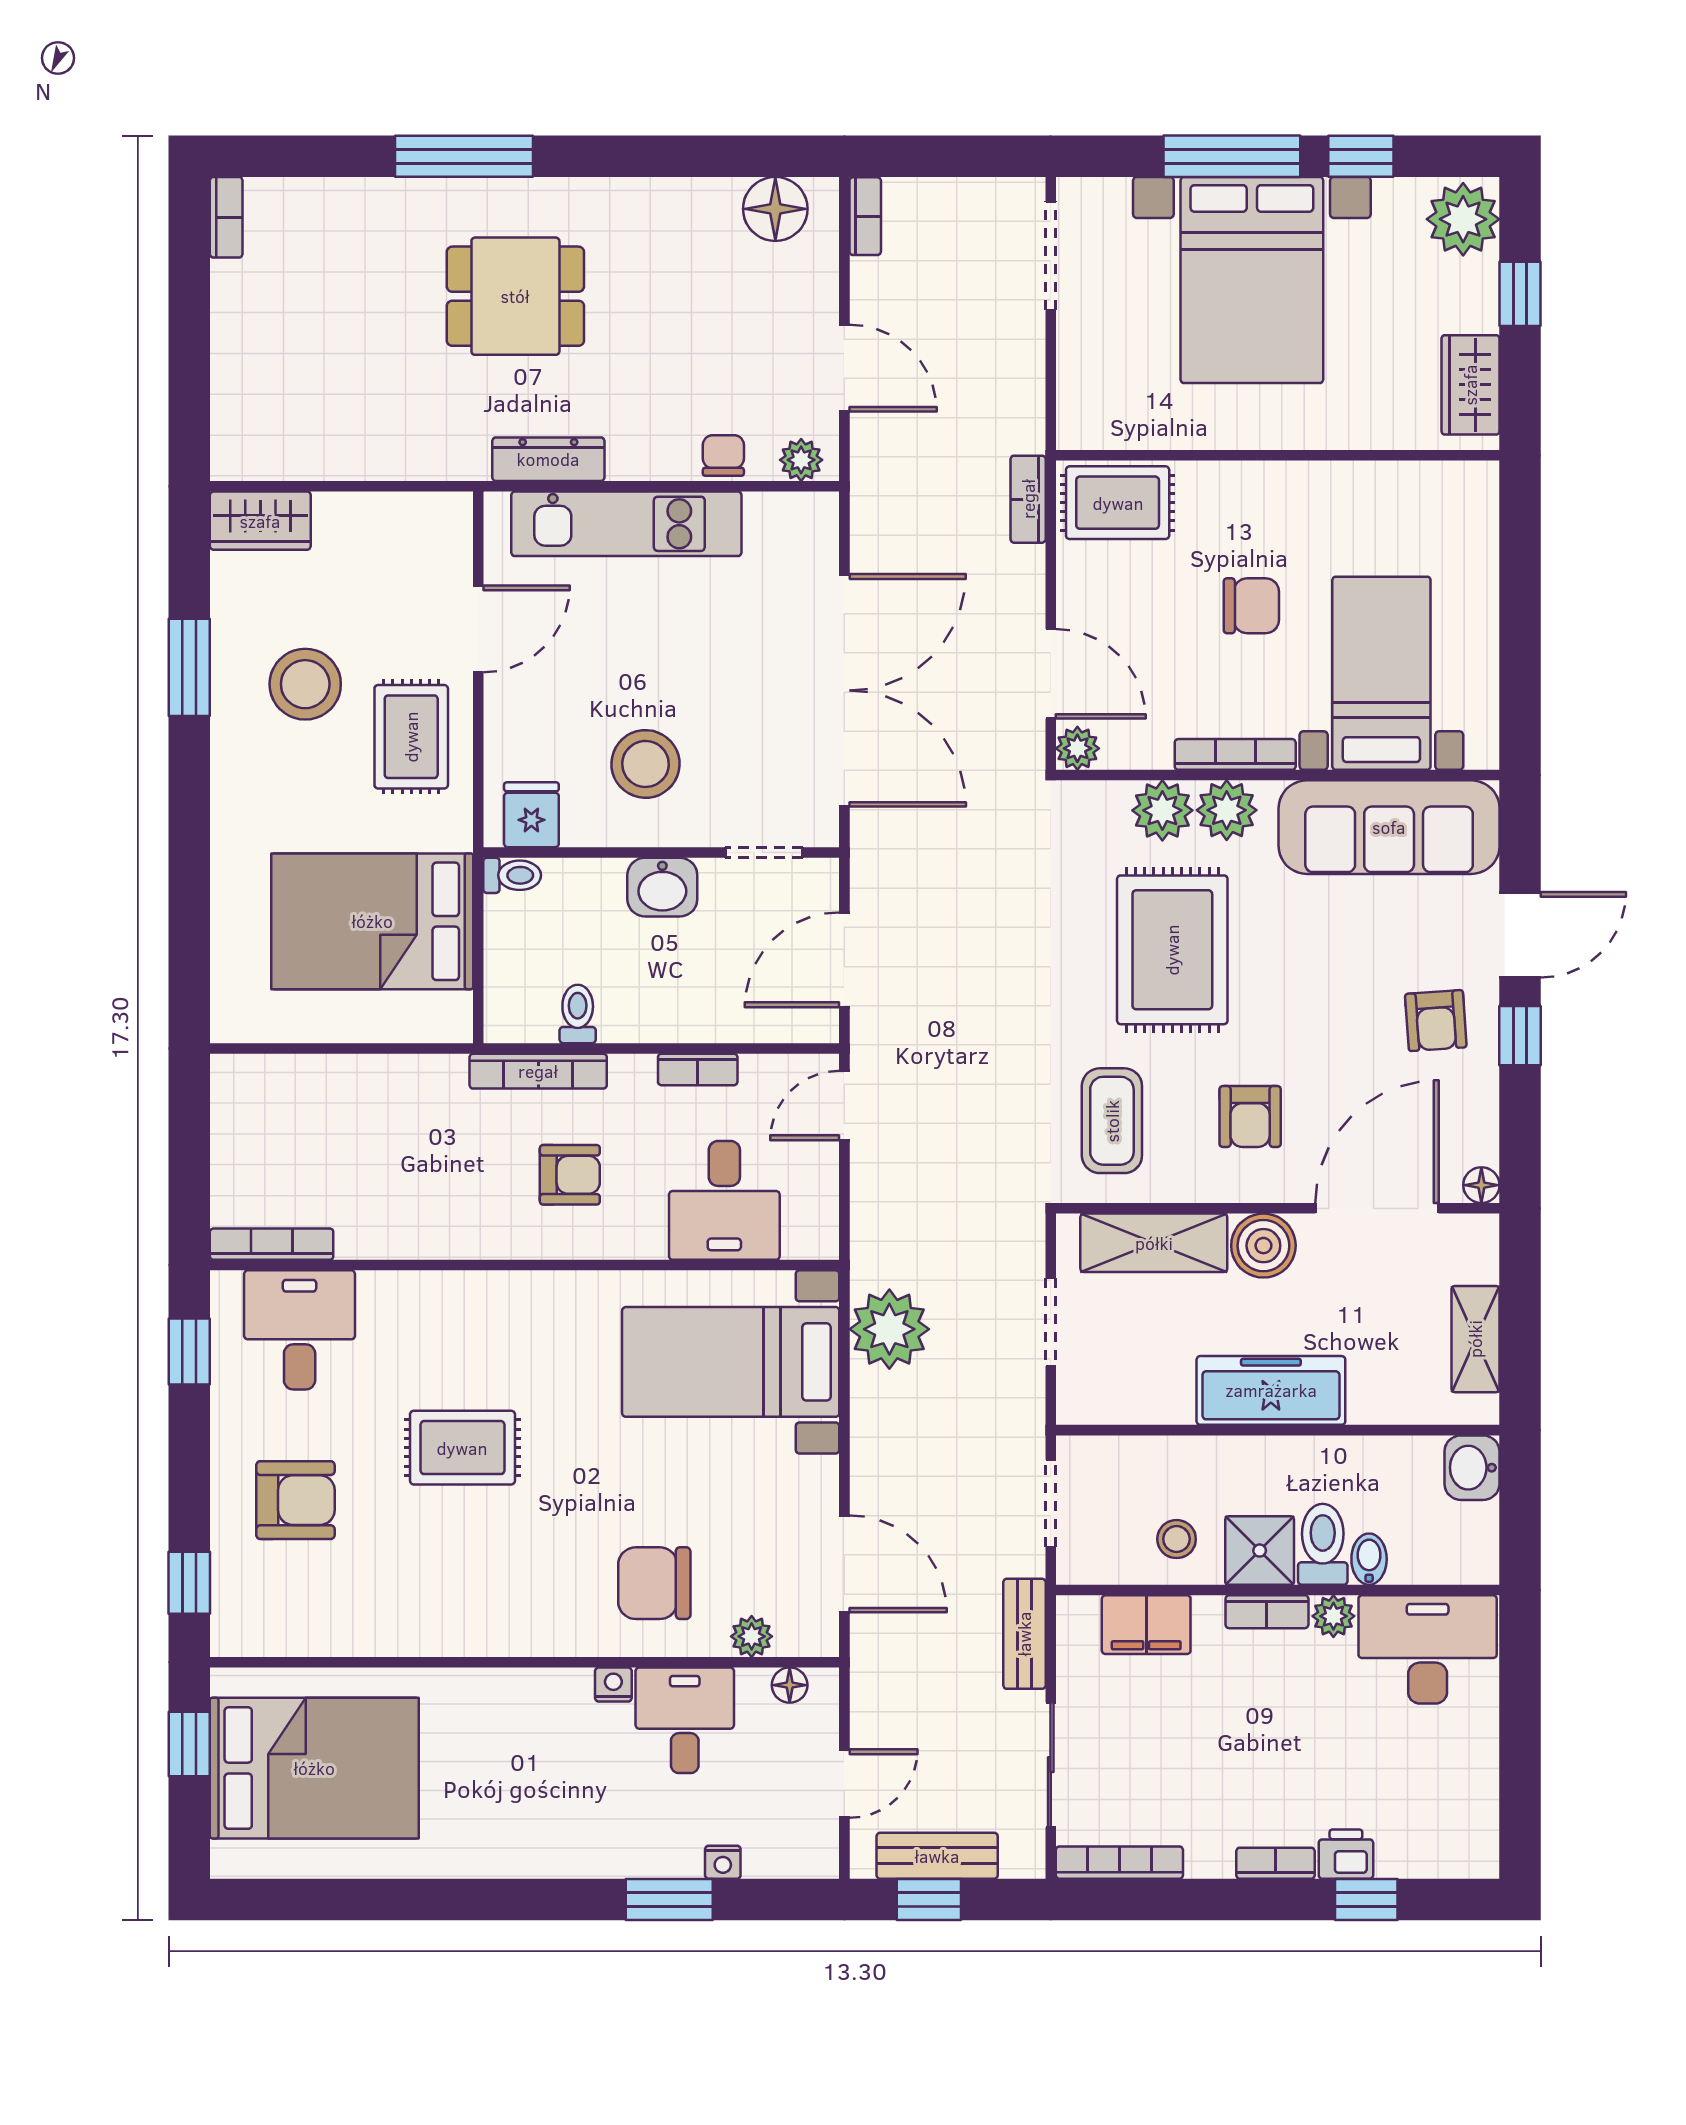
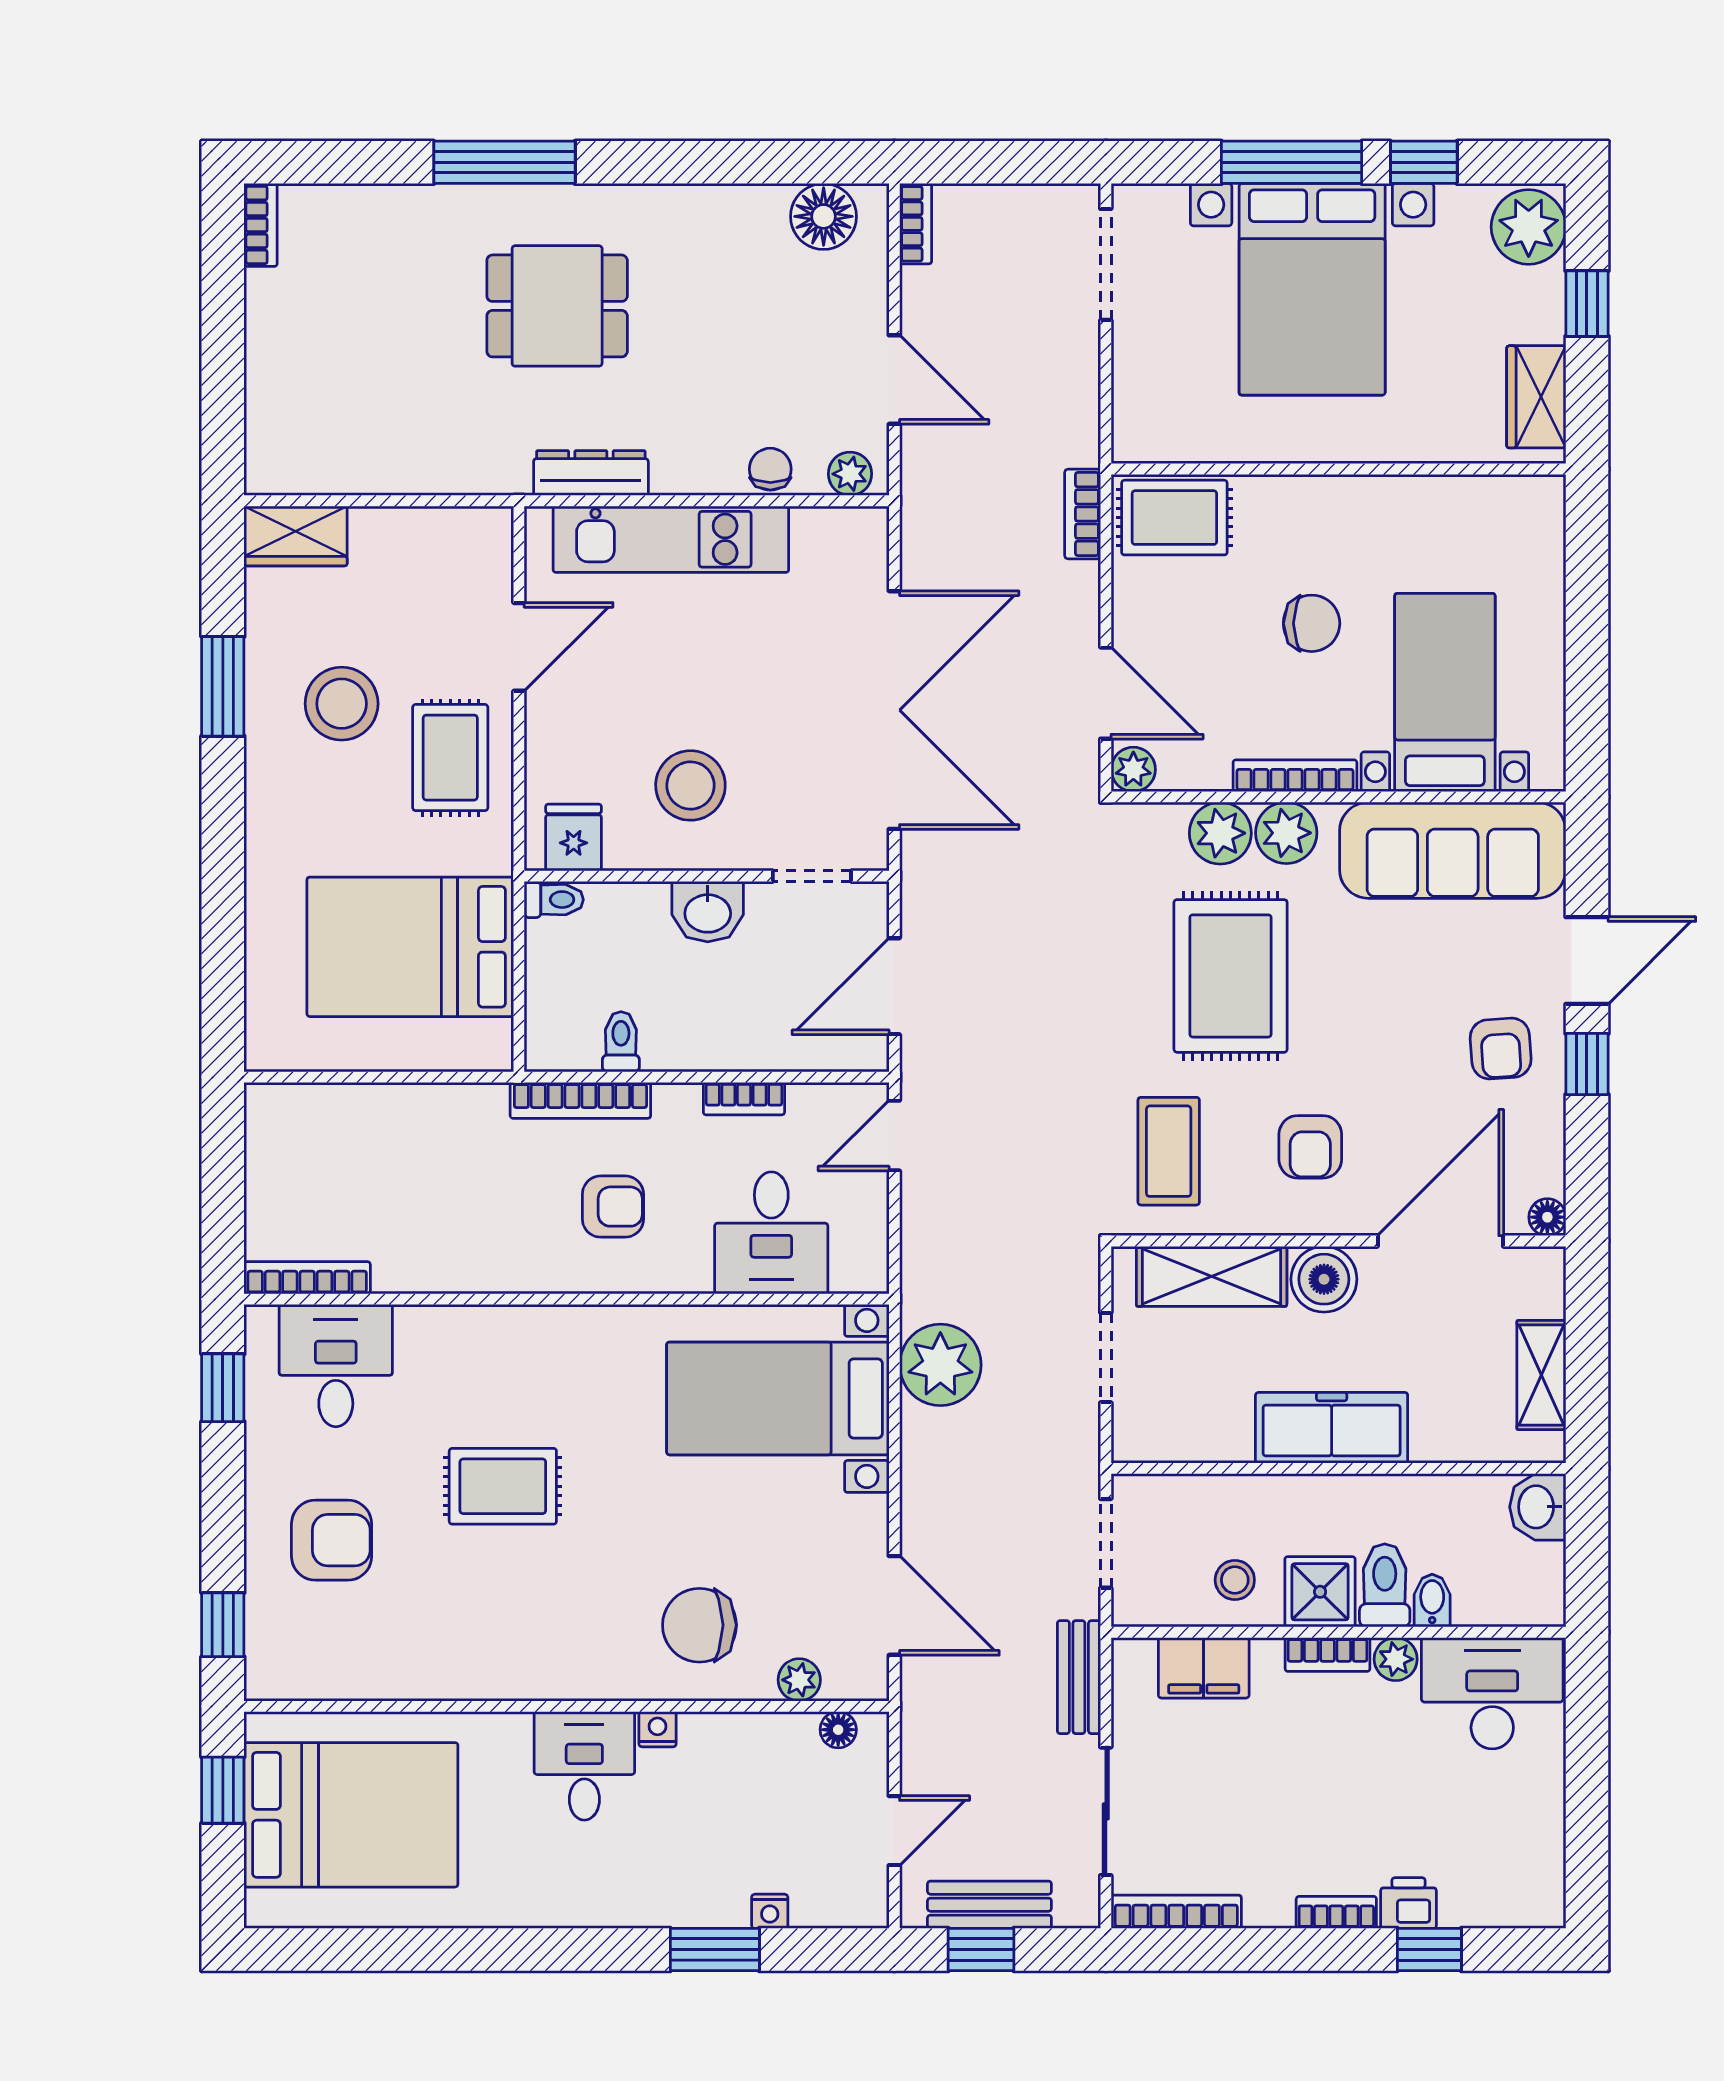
desk: (685, 1720) -> (584, 1766), moved

